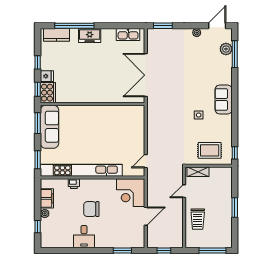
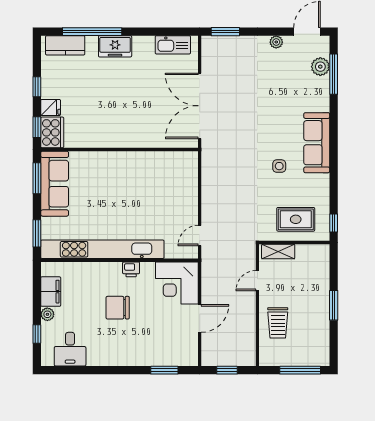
sofa: (224, 100) -> (317, 143), width x1.36
printer: (74, 184) -> (131, 269), moved
desk: (84, 237) -> (70, 349), moved

